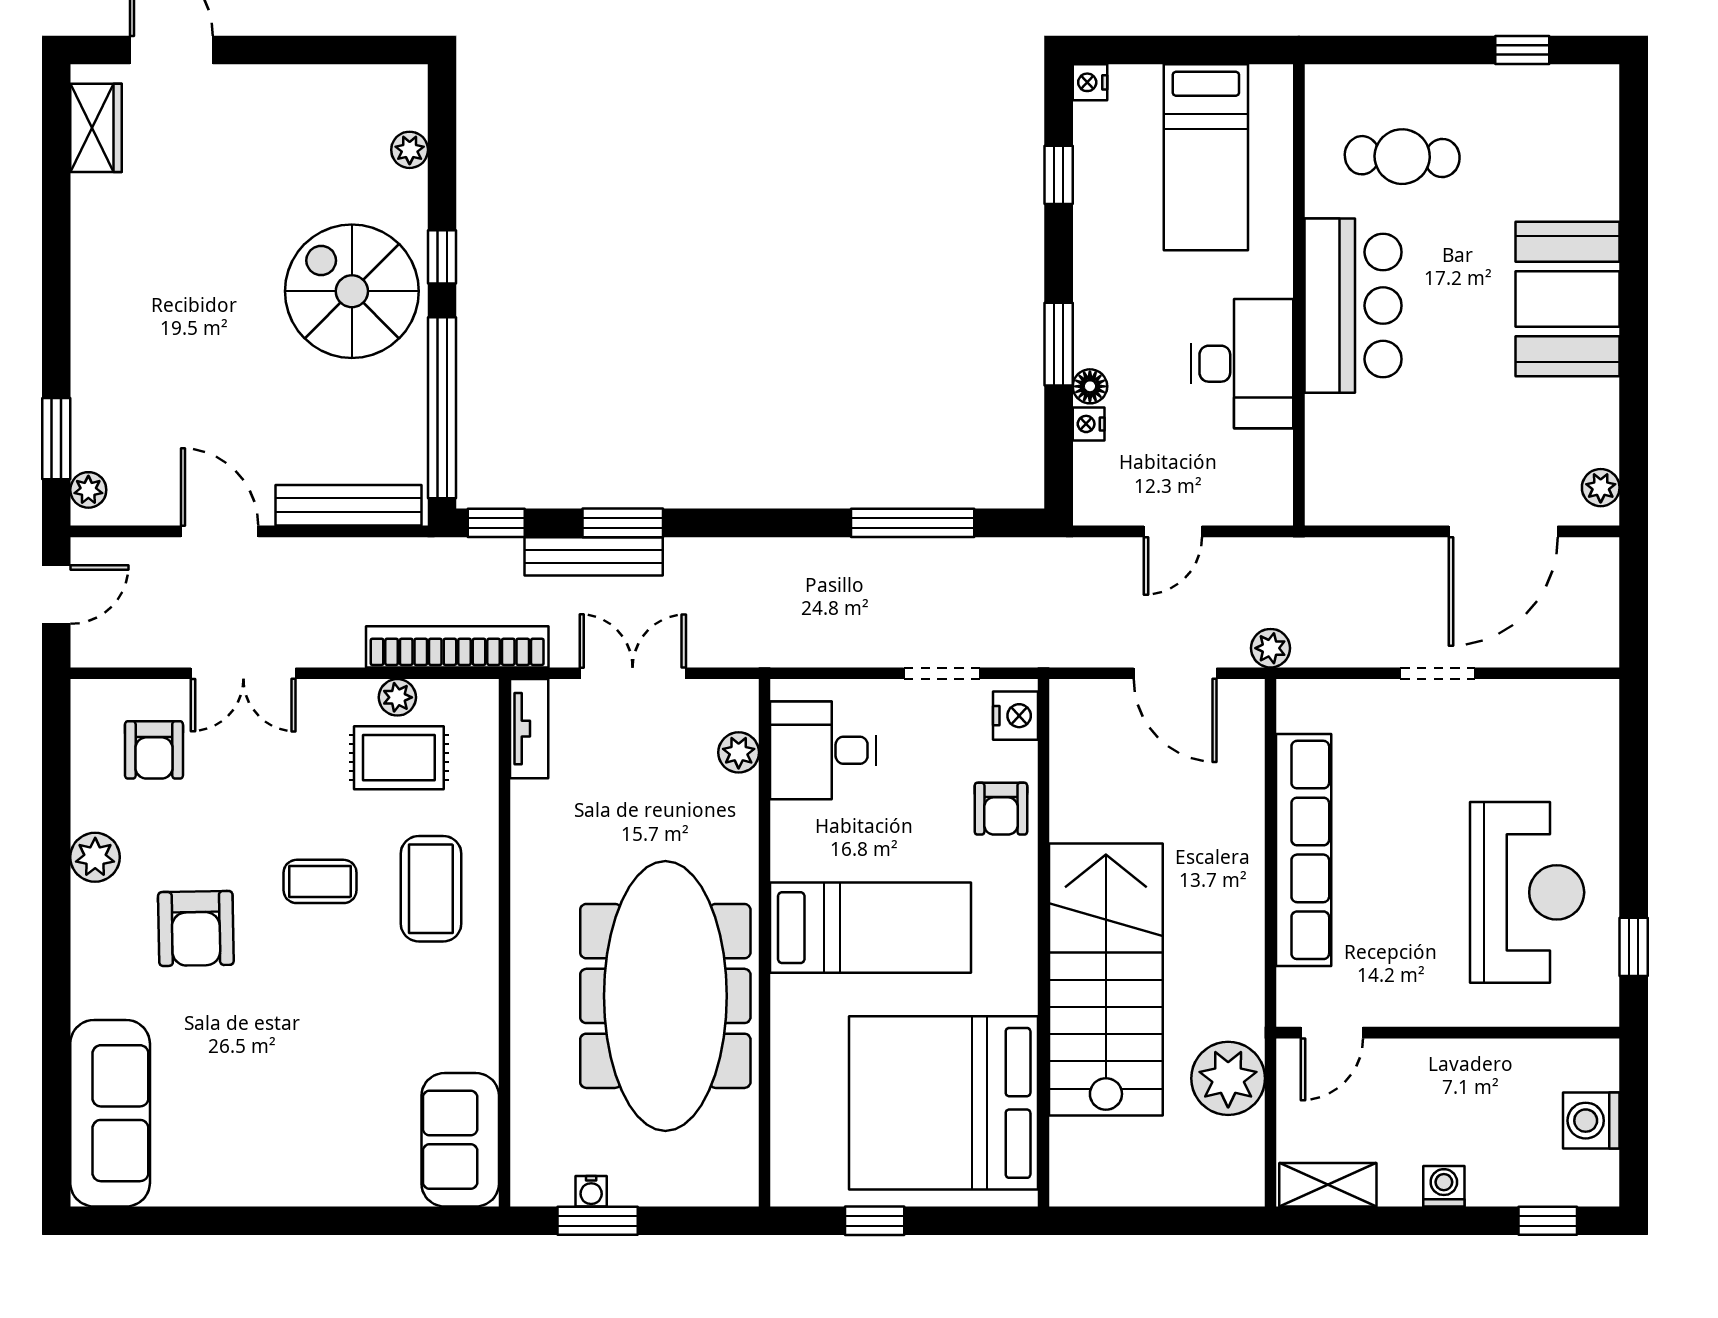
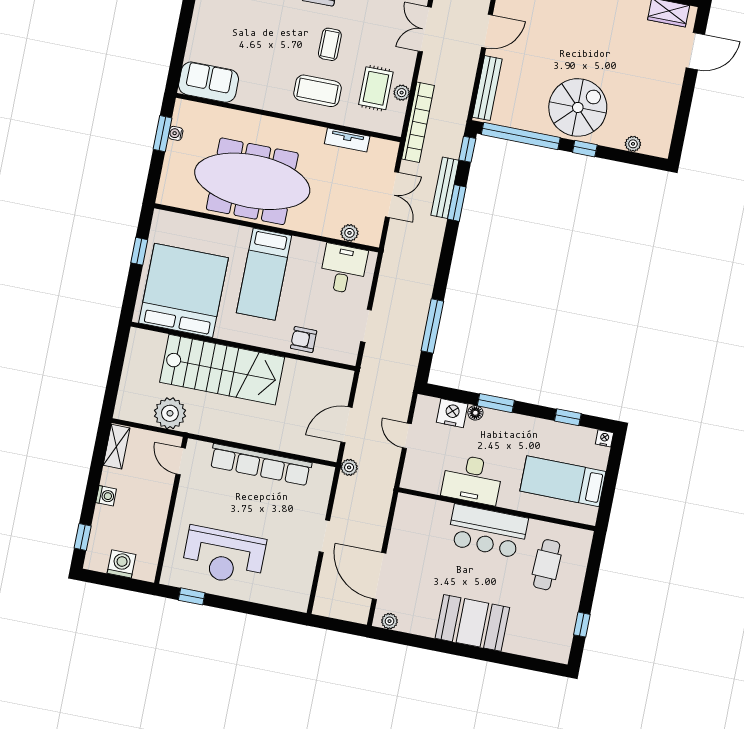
nightstand: (1089, 424) -> (452, 413), width x1.89, depth x1.79
nightstand: (1016, 716) -> (342, 354), removed
tv unit: (529, 729) -> (347, 140), moved

